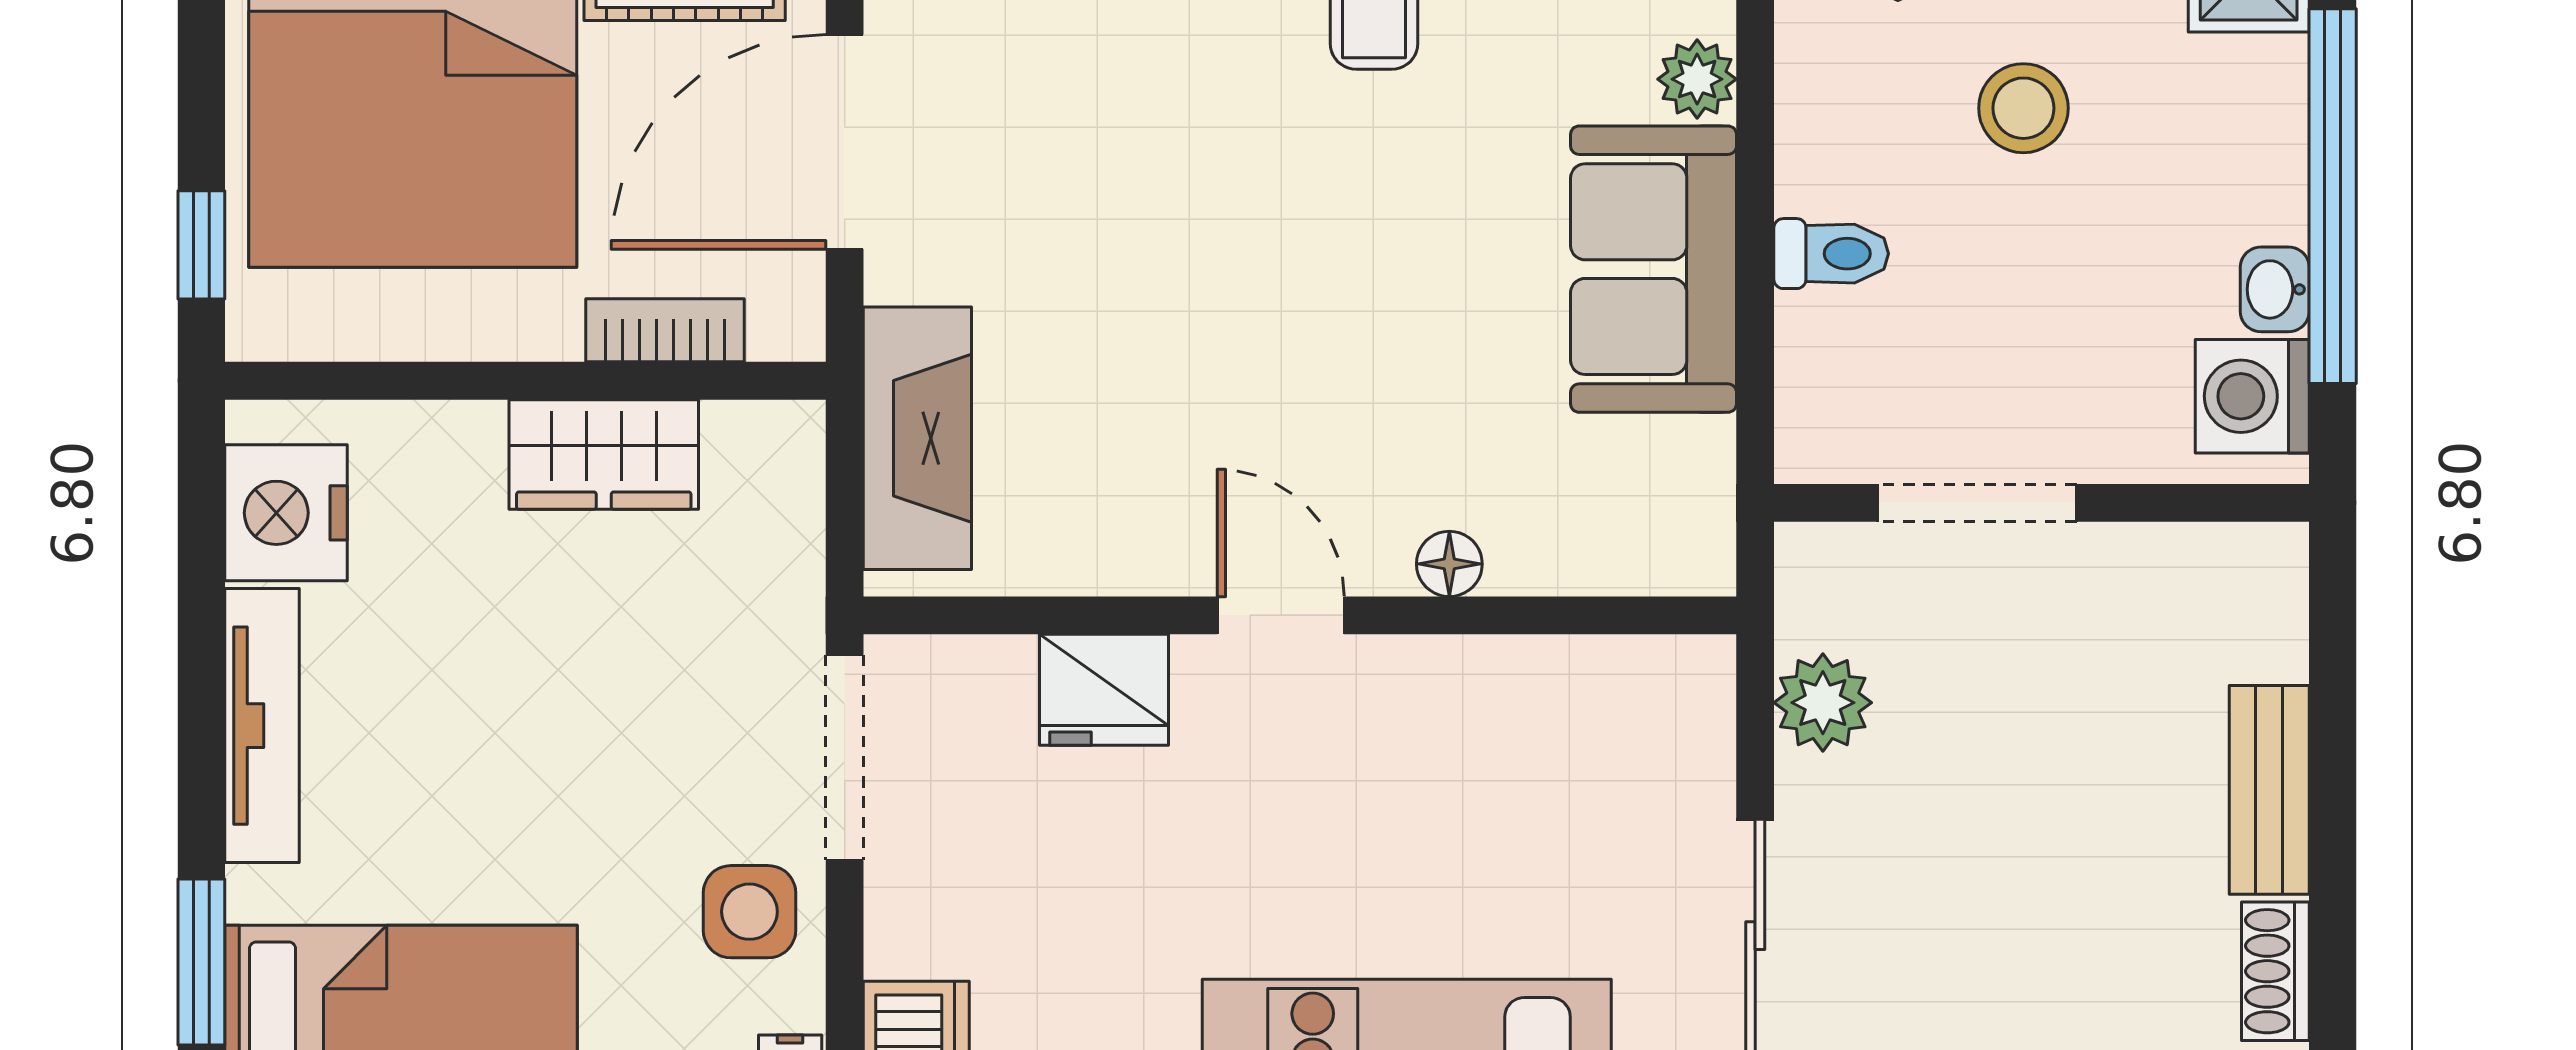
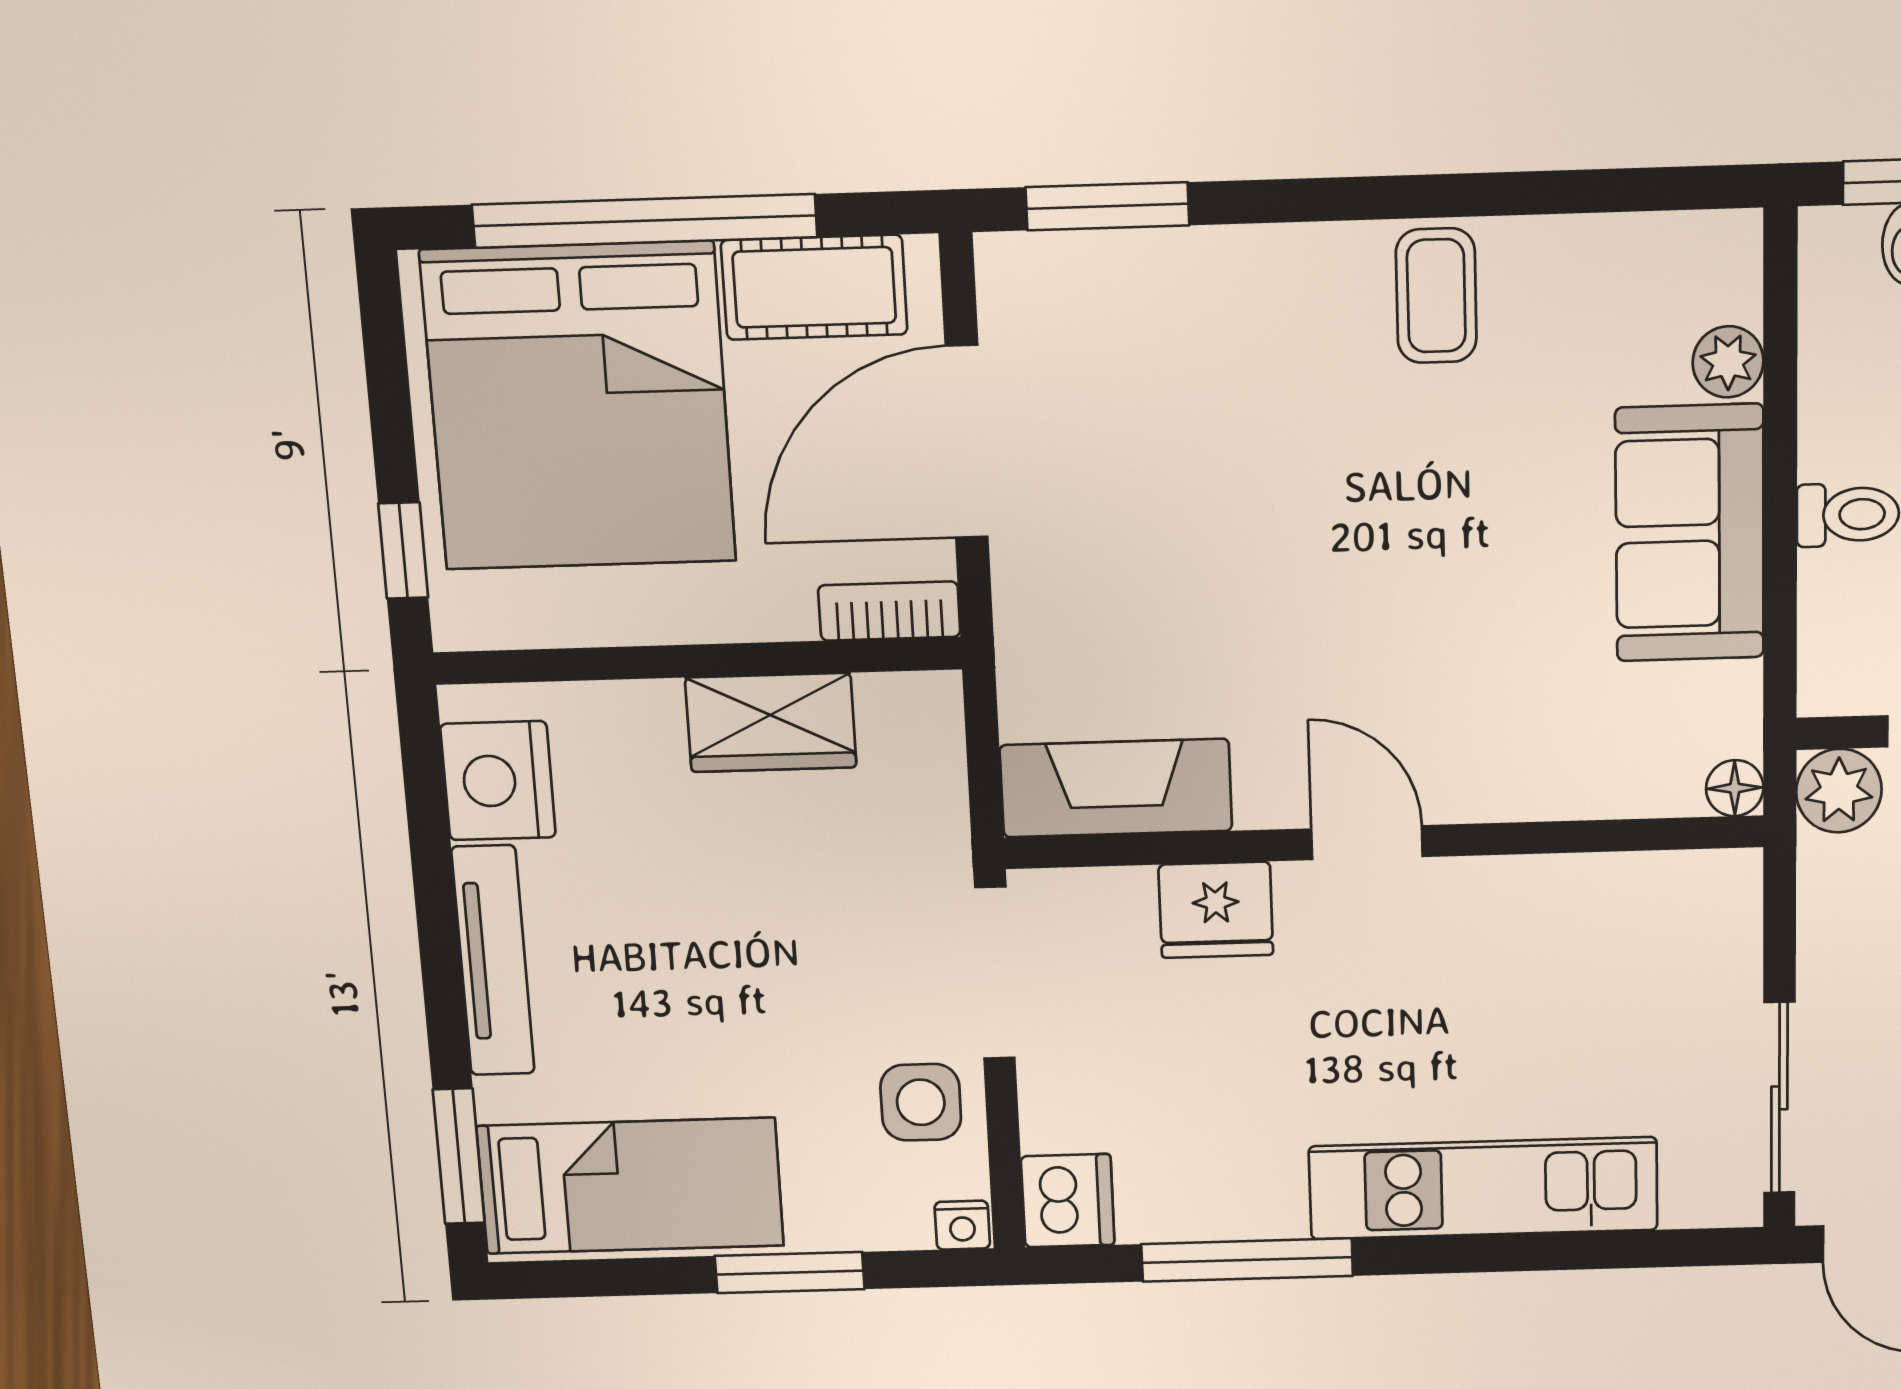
bookcase: (665, 330) -> (889, 611), moved
fireplace: (917, 438) -> (1116, 788), moved, turned -90
floor lamp: (1449, 564) -> (1735, 788), moved
plant: (1823, 703) -> (1839, 791), moved

